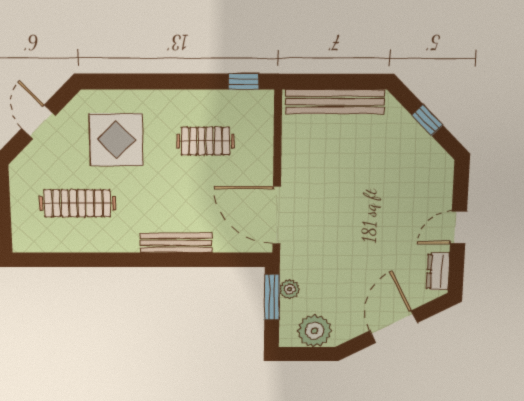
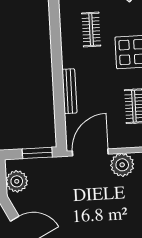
clothes rail: (77, 203) -> (91, 29), width x0.73
plant: (290, 289) -> (122, 165), moved, width x1.87, depth x1.87

